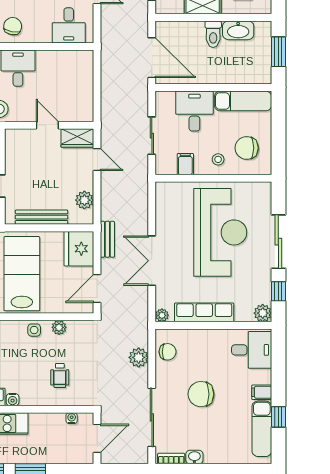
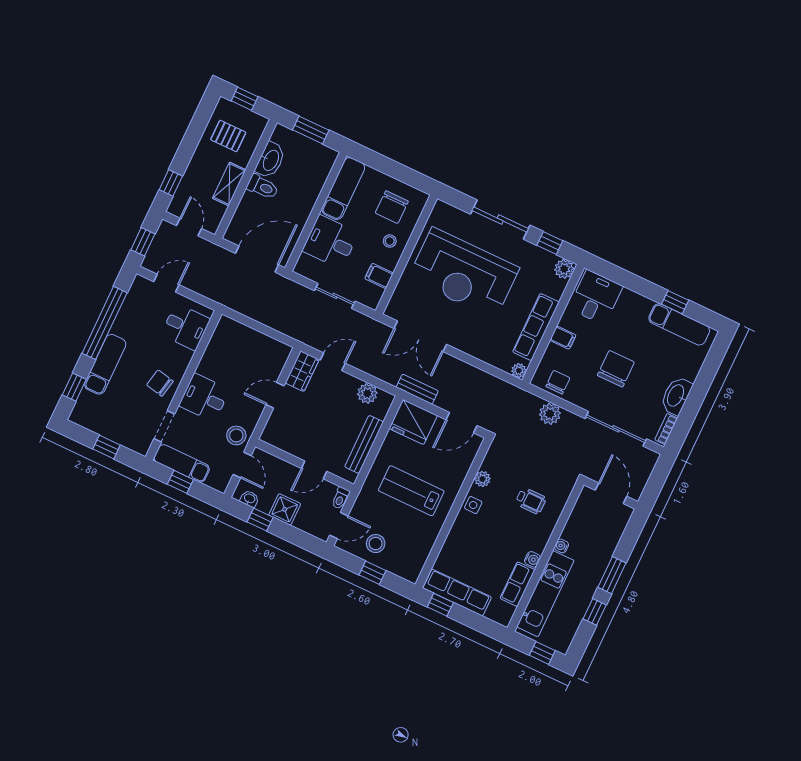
reception desk: (220, 232) -> (464, 273), turned 180
double door: (152, 261) -> (420, 336), moved
lab bench: (22, 274) -> (411, 491), width x0.73, depth x0.72
door: (97, 289) -> (462, 423), hinge flipped
filing cabinet: (262, 392) -> (563, 338), moved, turned -90
chair: (201, 394) -> (616, 369), turned 180
water cooler: (72, 418) -> (561, 546), moved
washbasin: (194, 457) -> (676, 396), width x1.91, depth x1.45

